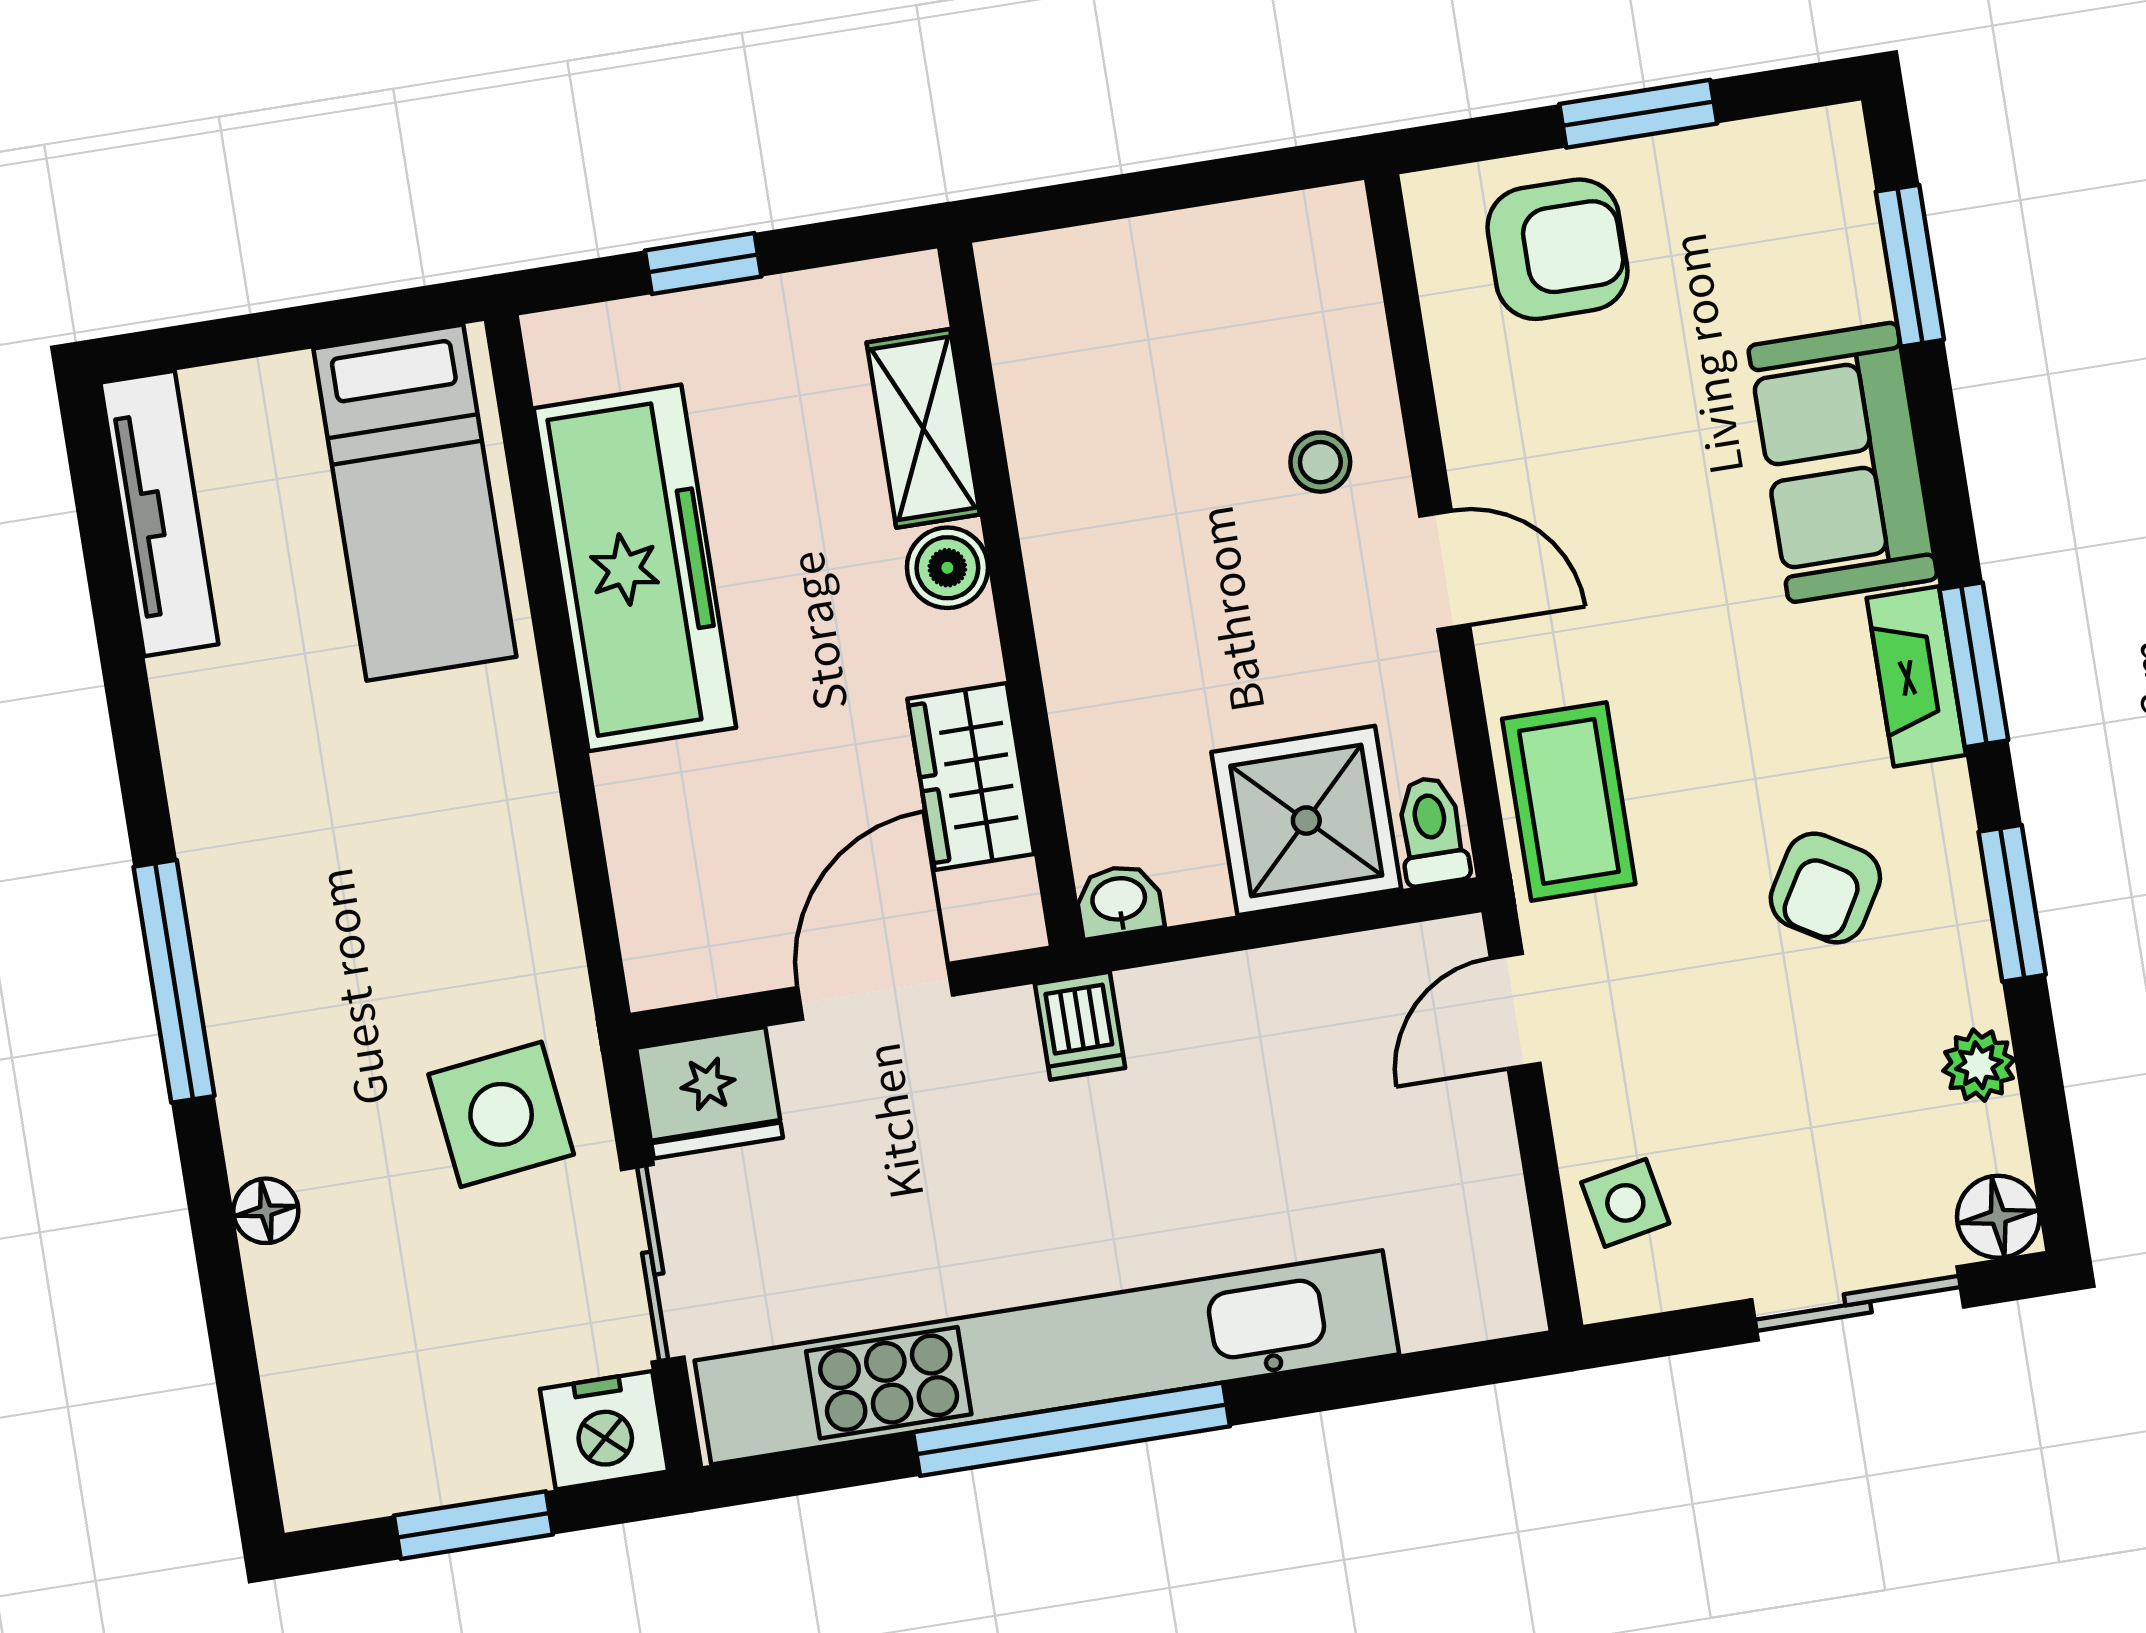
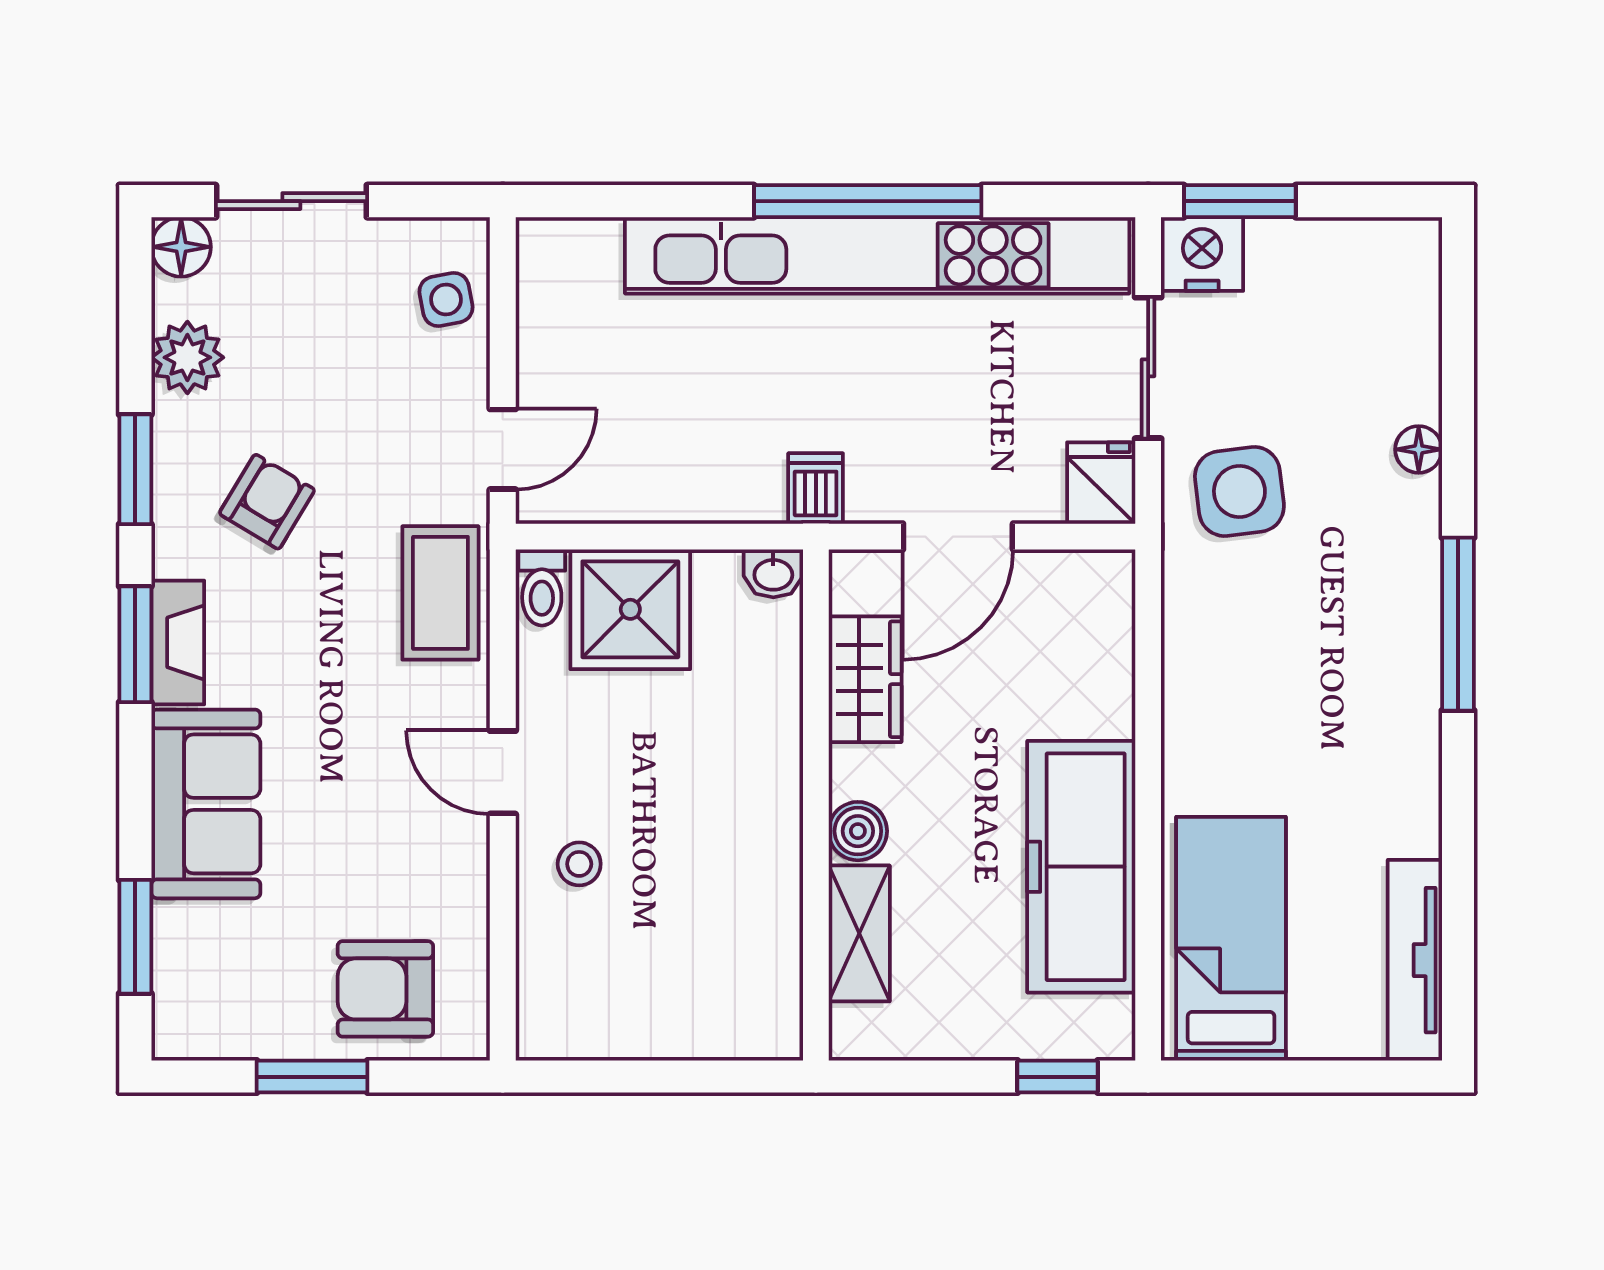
window: (703, 263) -> (1058, 1077), moved
plant: (1979, 1065) -> (187, 357), width x1.38, depth x1.38
fridge: (709, 1093) -> (1101, 483), width x0.72
window: (473, 1525) -> (1240, 201), moved

